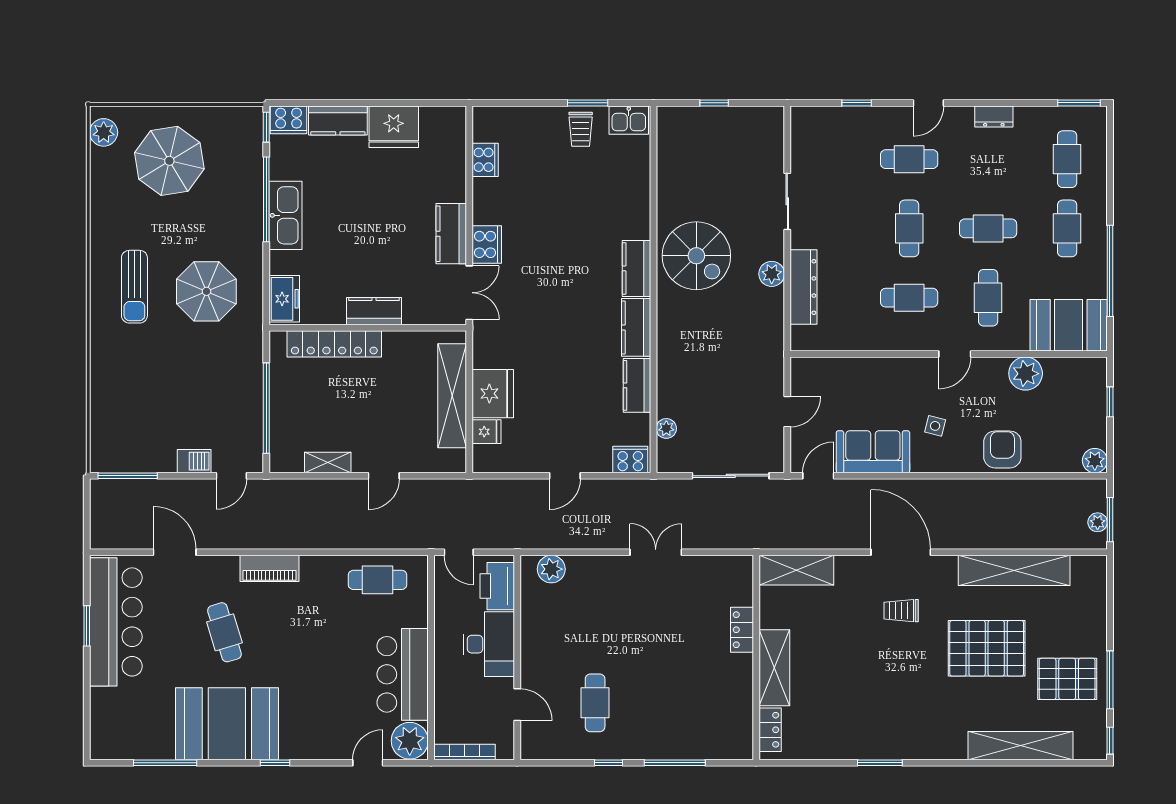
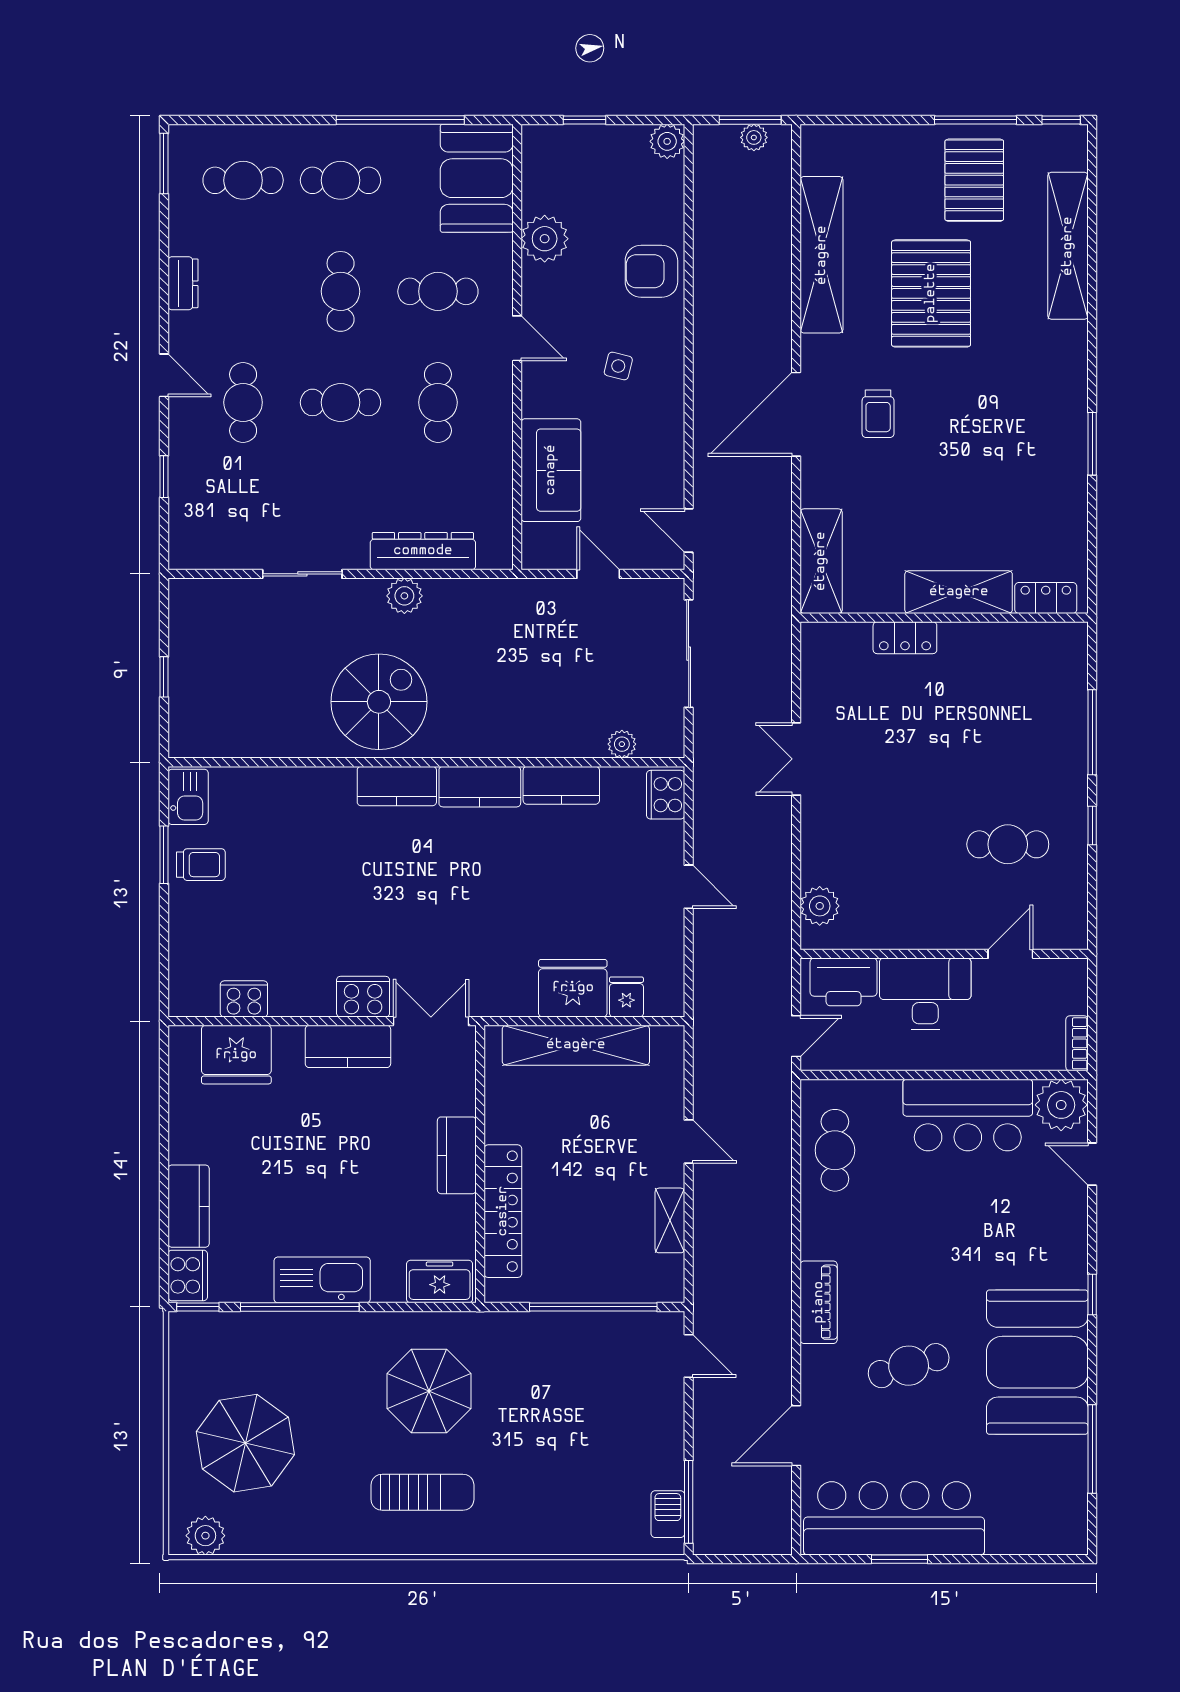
fridge: (394, 127) -> (236, 1055), moved, turned 90
sofa: (873, 452) -> (551, 470), moved, turned 180
barbecue: (194, 461) -> (668, 1514), moved
bookcase: (465, 752) -> (1077, 1043), width x0.64

